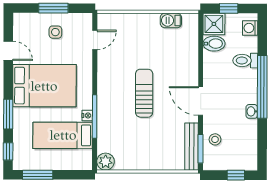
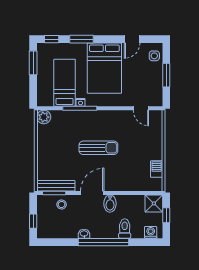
side table: (55, 32) -> (154, 56), moved
bidet: (214, 44) -> (110, 204), moved

